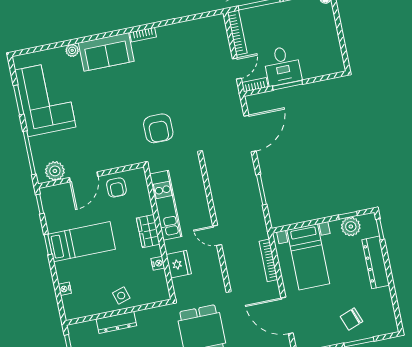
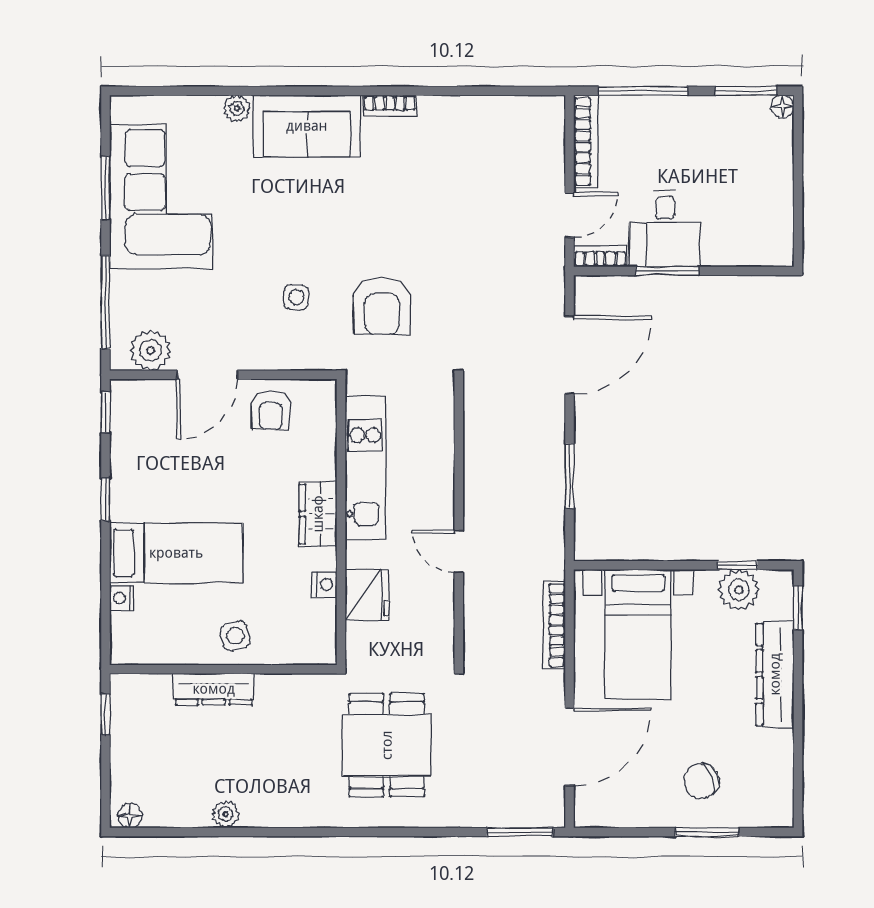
side table: (118, 133) -> (296, 297), added
bed: (82, 242) -> (176, 553), moved
door: (287, 316) -> (570, 747), swing flipped

